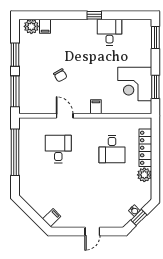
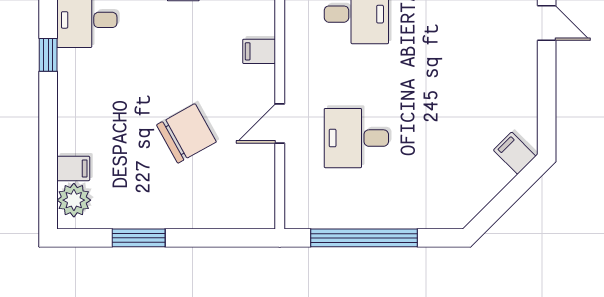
chair: (60, 75) -> (186, 133), width x1.87, depth x1.87
window: (15, 91) -> (223, 238), removed
door: (92, 231) -> (547, 23), moved

